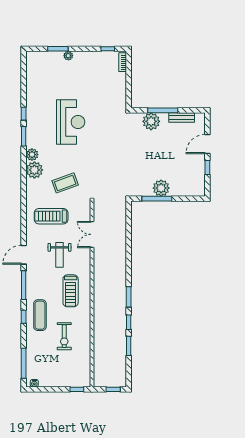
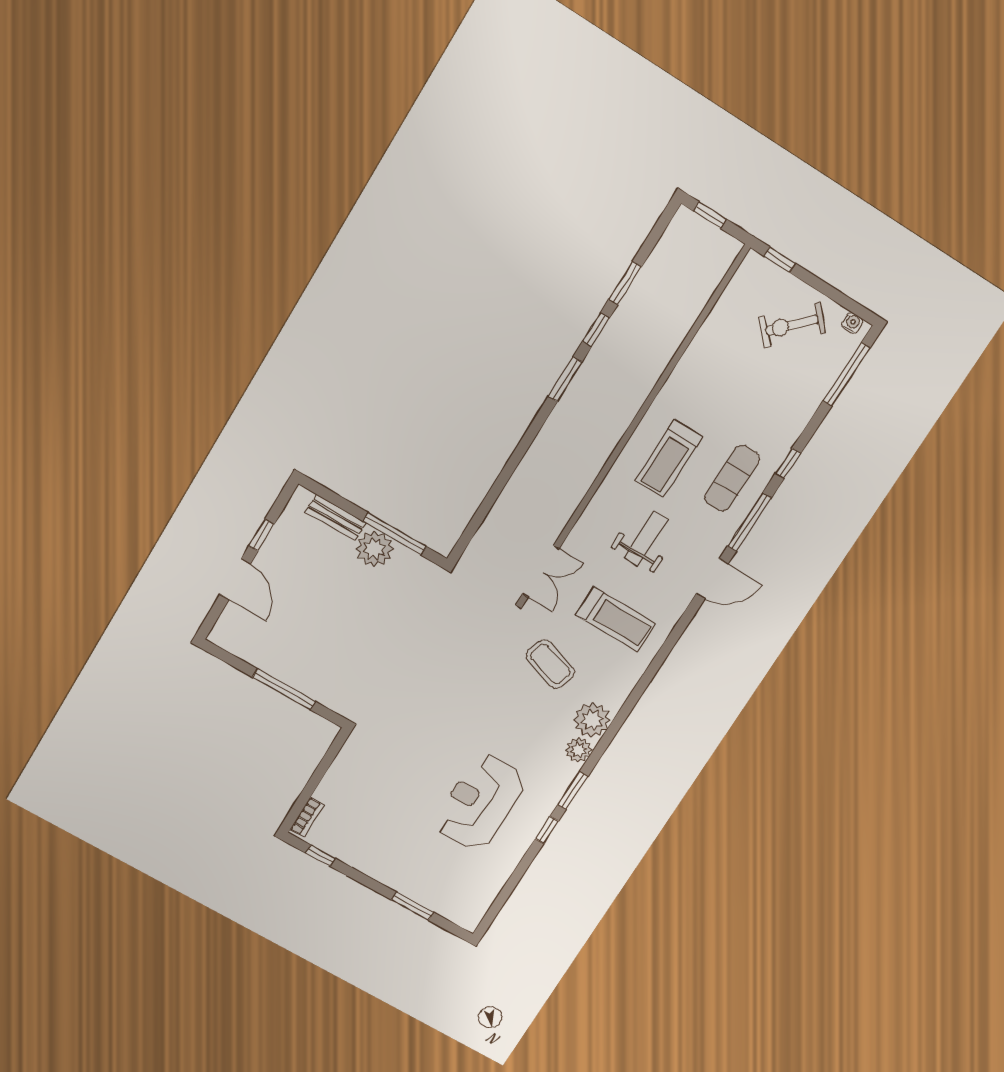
plant: (68, 56) -> (401, 884), removed
bench: (182, 118) -> (336, 518), moved
plant: (151, 121) -> (318, 682), removed
reception desk: (71, 122) -> (480, 802), moved
door: (207, 144) -> (235, 579), hinge flipped
coffee table: (65, 183) -> (550, 664), turned 38
double door: (92, 234) -> (541, 571), moved
treadmill: (71, 291) -> (669, 459), turned 180
exercise mat: (40, 315) -> (732, 478), moved
exercise bike: (64, 336) -> (792, 325), moved, turned -135

